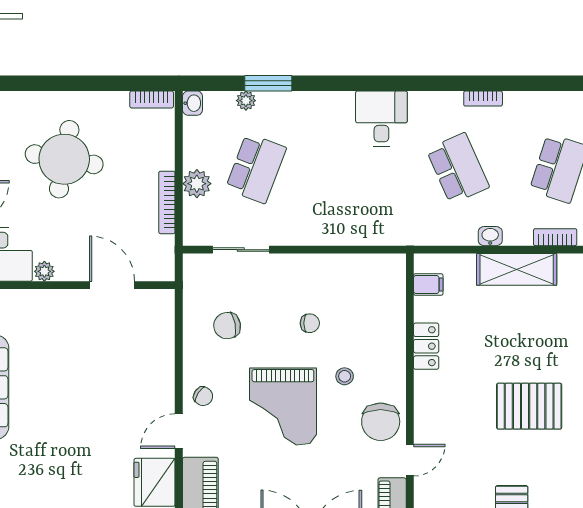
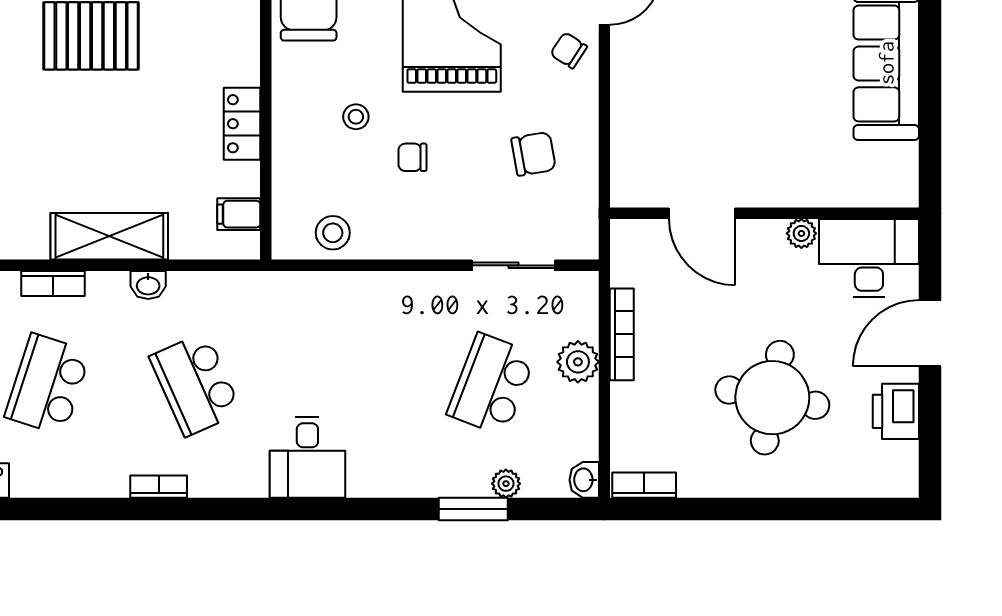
stool: (364, 272) -> (333, 233), added
stool: (345, 376) -> (356, 117), moved

